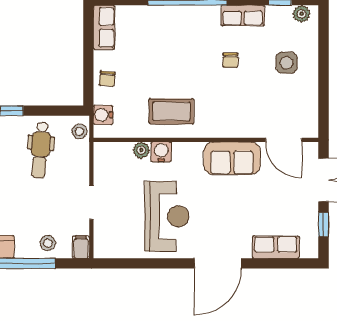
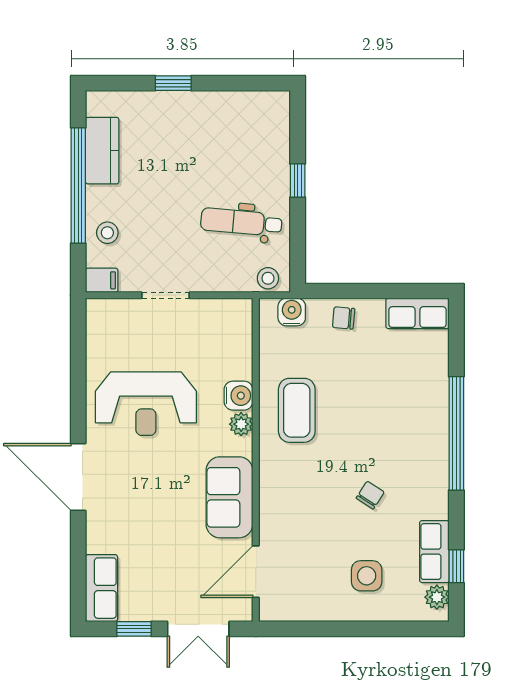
row of seats: (243, 16) -> (434, 552), moved
chair: (230, 60) -> (370, 495), turned 123
plant: (141, 150) -> (241, 424), moved
row of seats: (276, 247) -> (101, 588), moved

